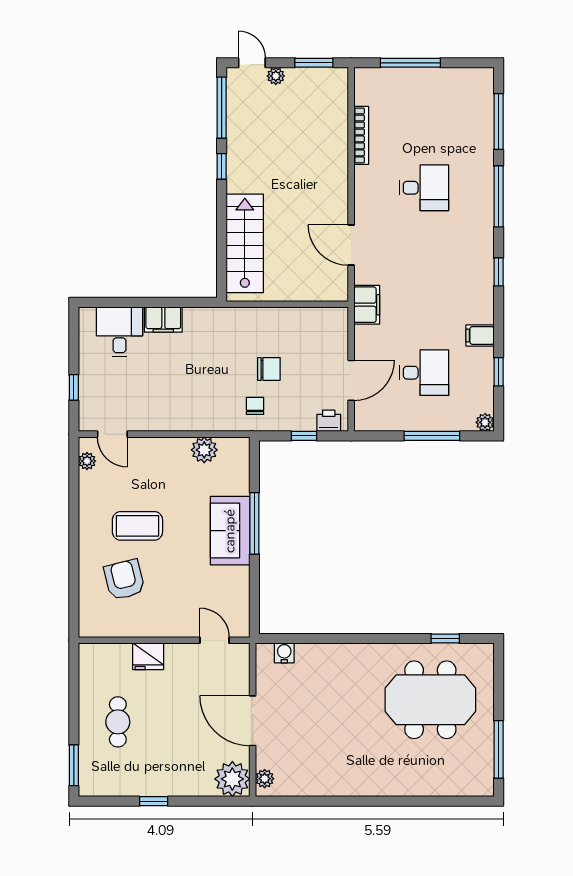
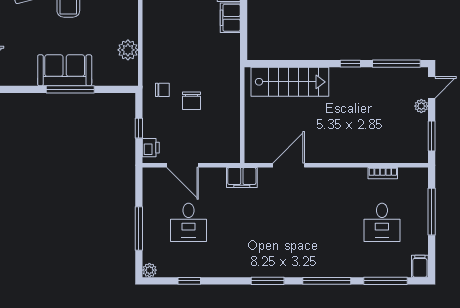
bookcase: (361, 135) -> (383, 173), width x0.64
desk: (424, 188) -> (382, 222), moved
window: (499, 272) -> (268, 281), width x1.50
filing cabinet: (480, 335) -> (420, 266), moved

